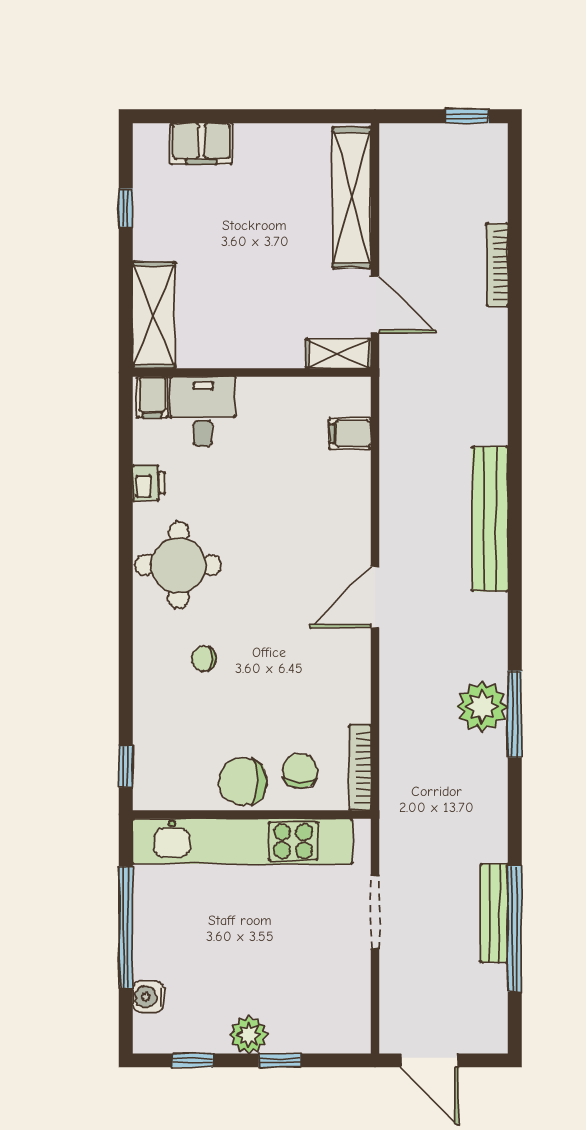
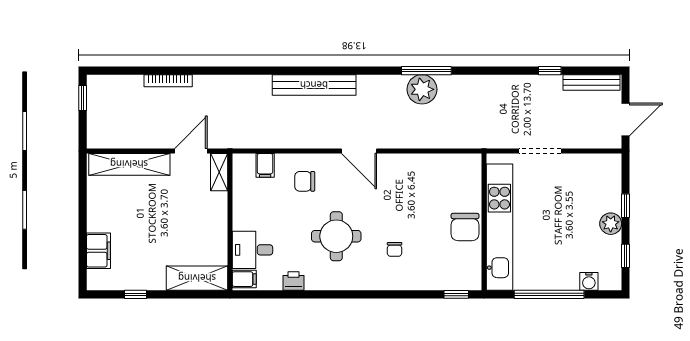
round table: (178, 565) -> (336, 236), moved
bookcase: (360, 768) -> (457, 160), removed
chair: (300, 771) -> (305, 181), moved
bench: (494, 913) -> (591, 82), moved
window: (515, 929) -> (550, 71), width x0.32

